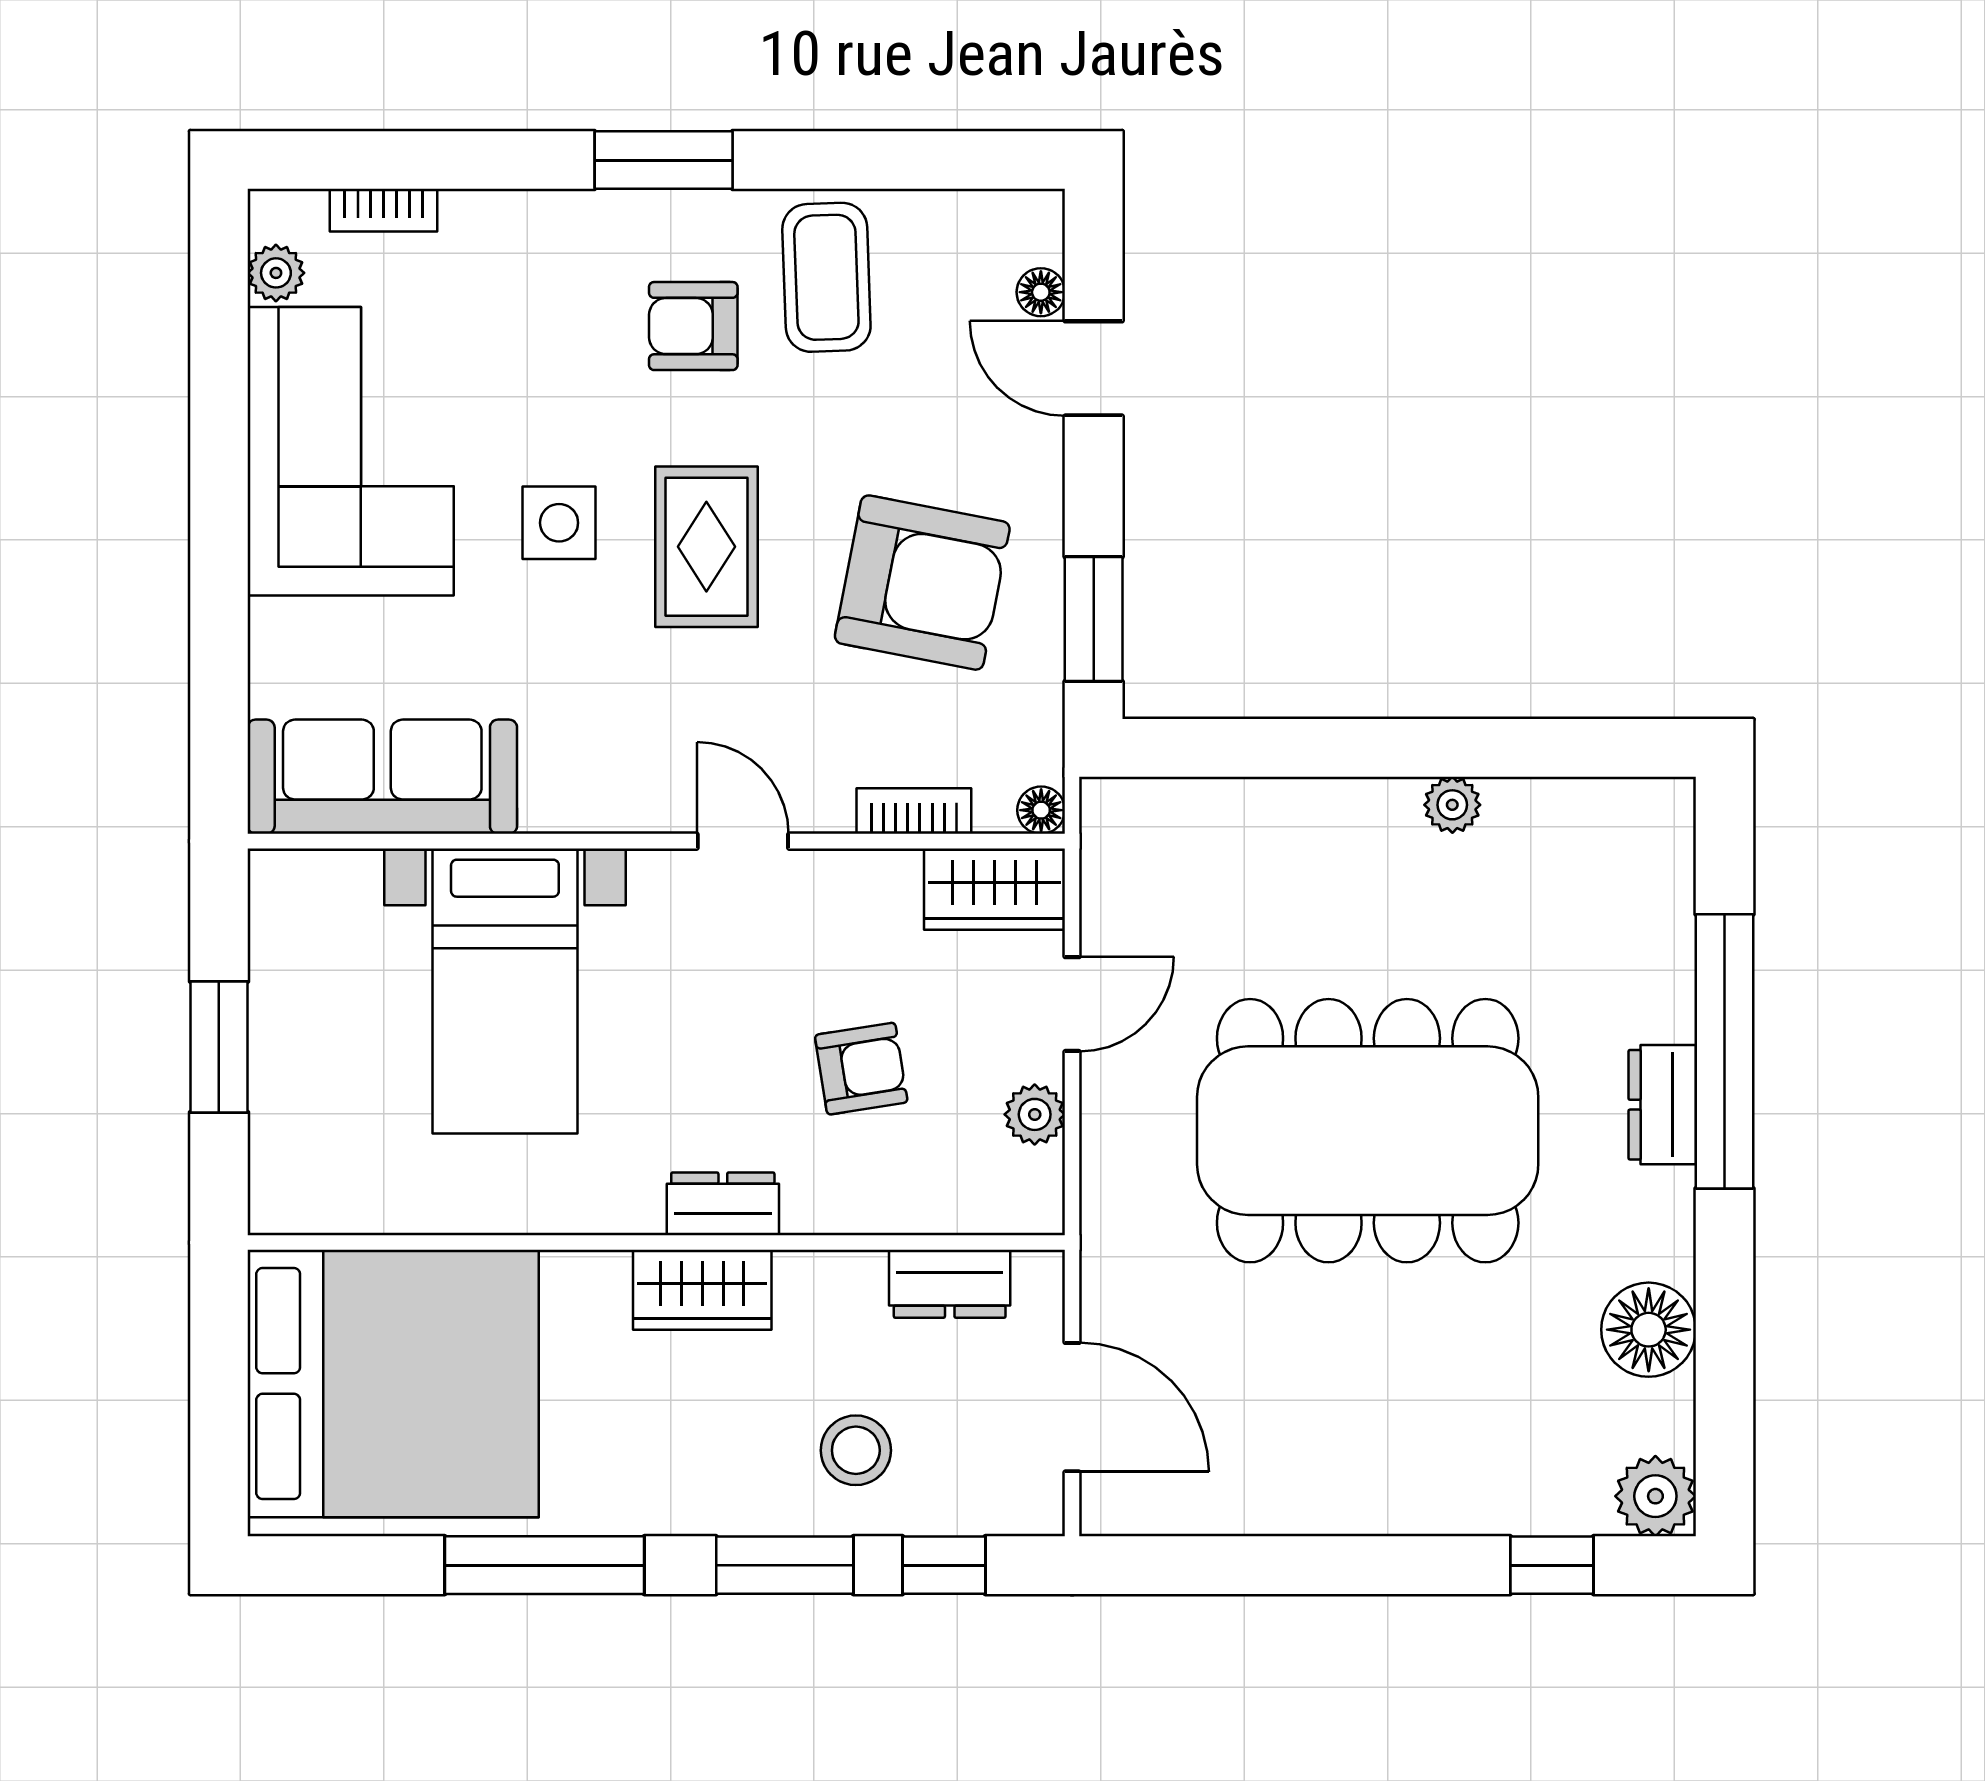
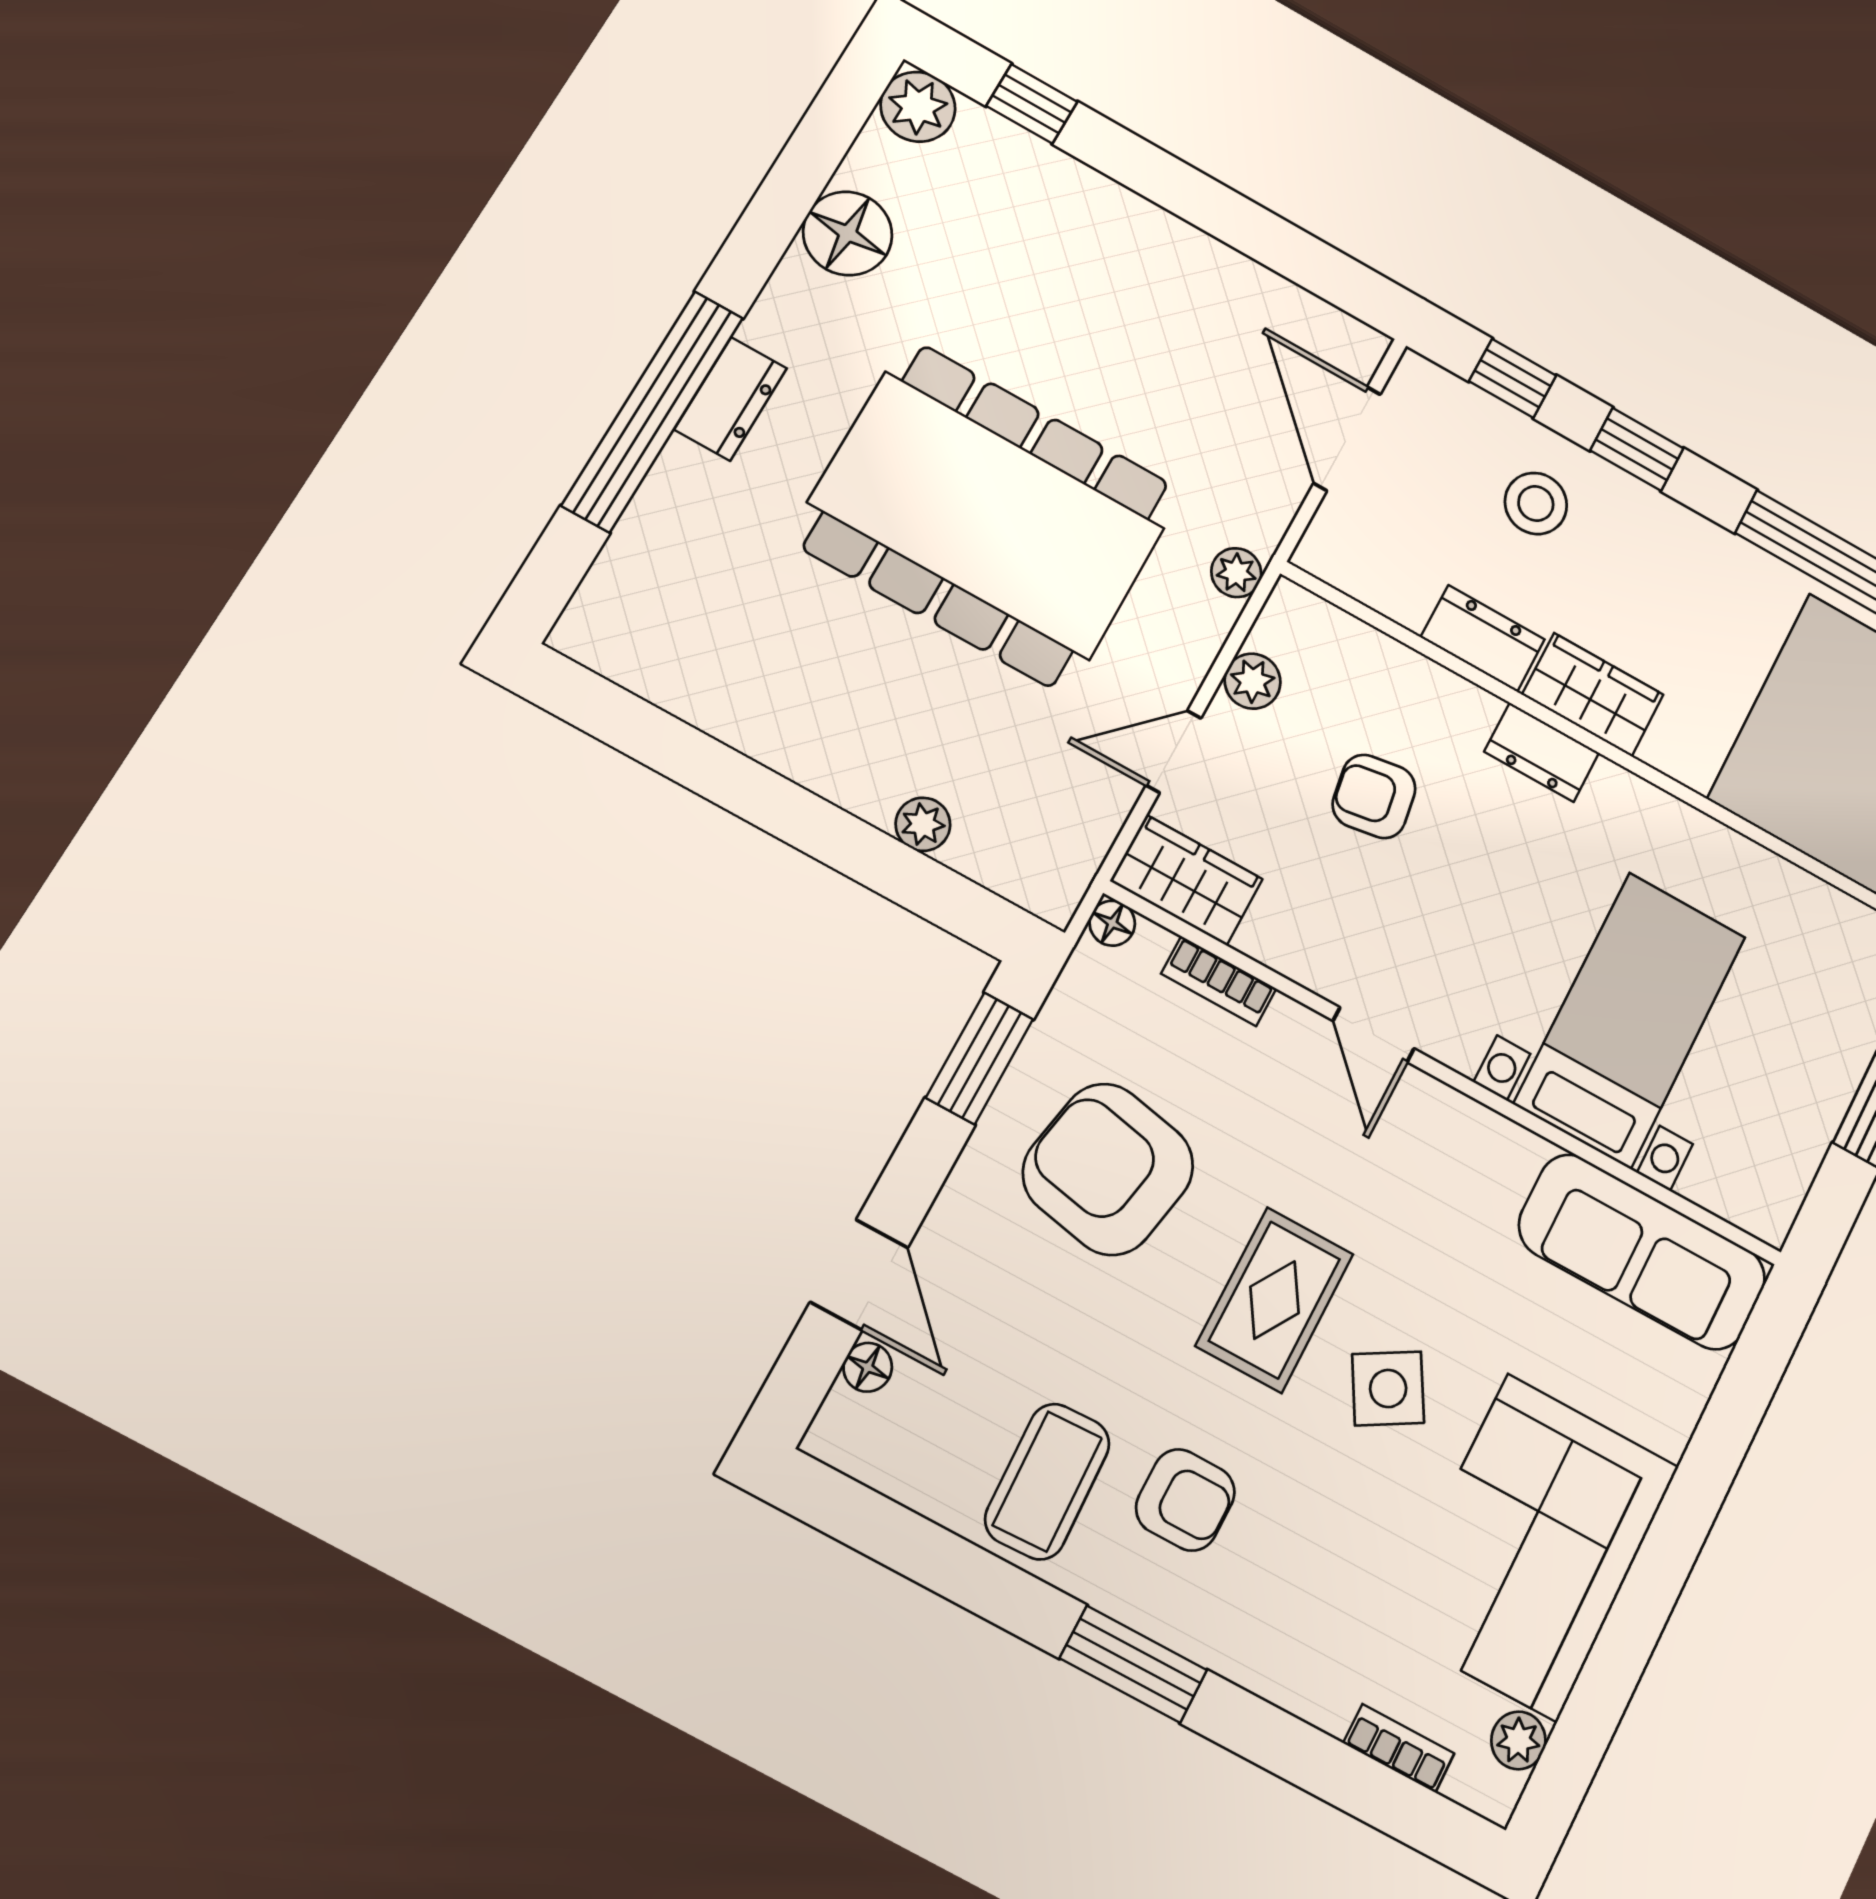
side table: (559, 523) -> (1388, 1388), turned -30
plant: (1452, 805) -> (923, 824), moved
plant: (1106, 1212) -> (1236, 573), added
dresser: (950, 1284) -> (1483, 638), moved
window: (785, 1565) -> (1637, 449), width x0.67

